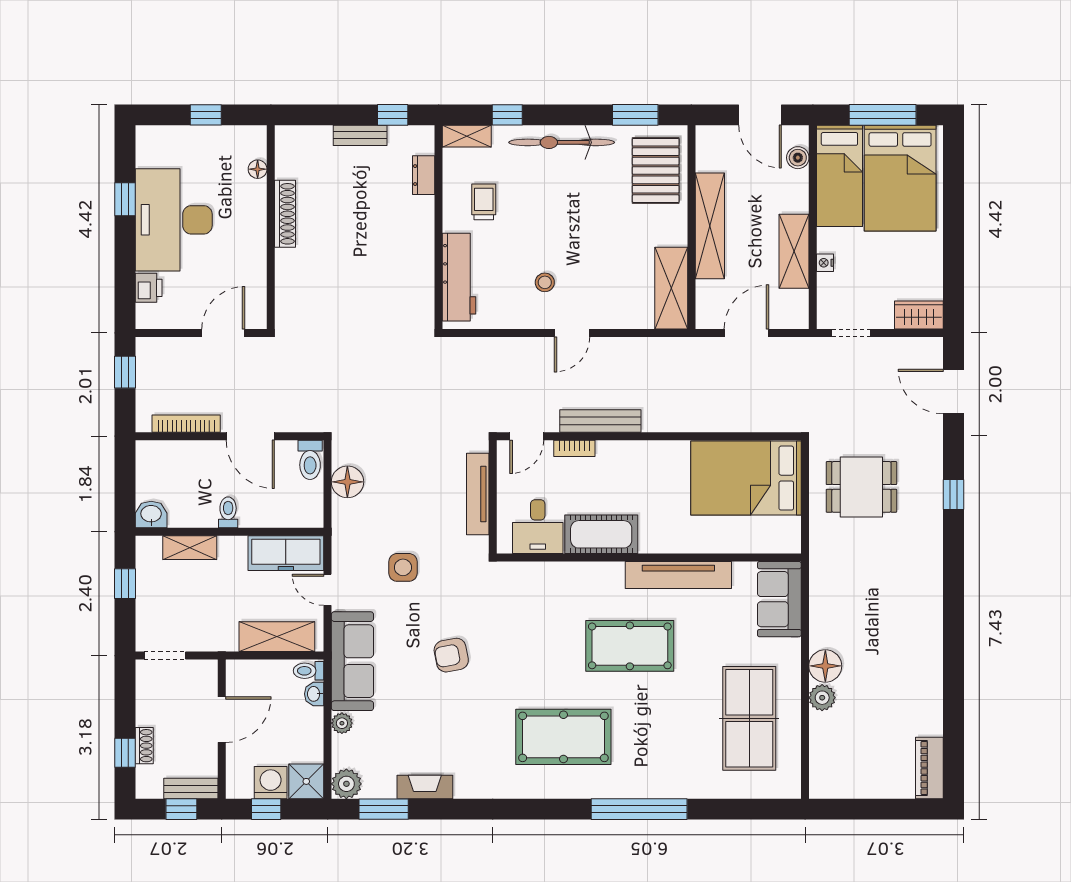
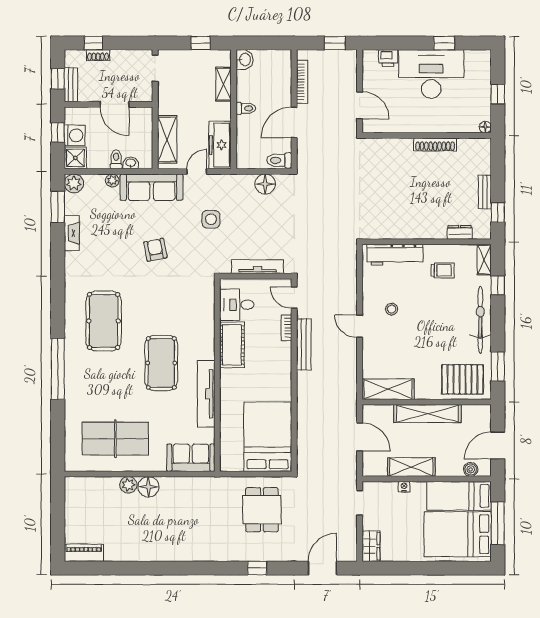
floor lamp: (258, 169) -> (485, 127), moved
toilet: (309, 671) -> (116, 159), moved

